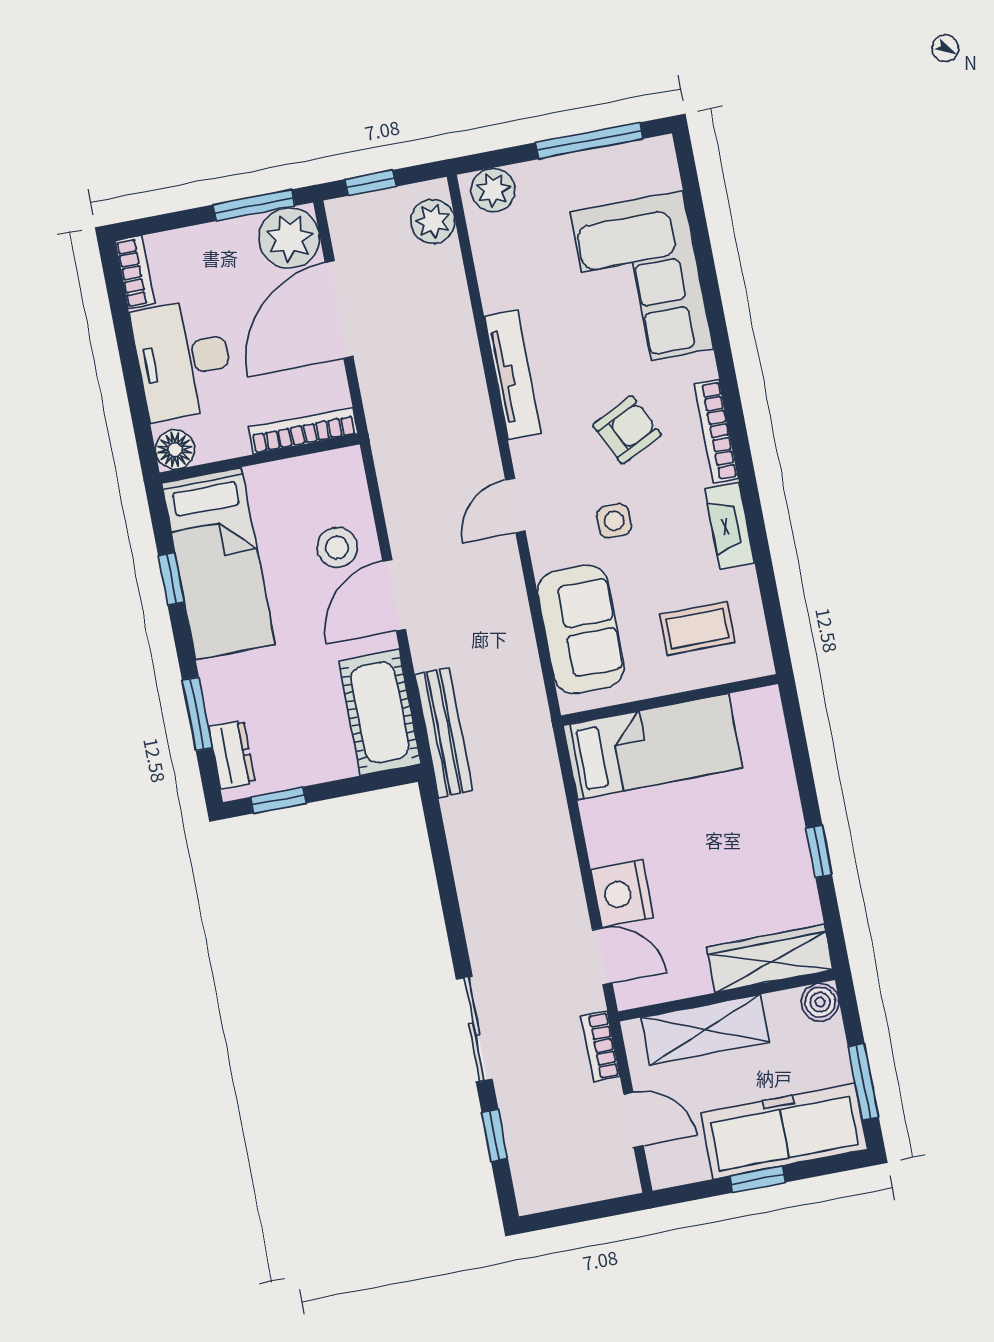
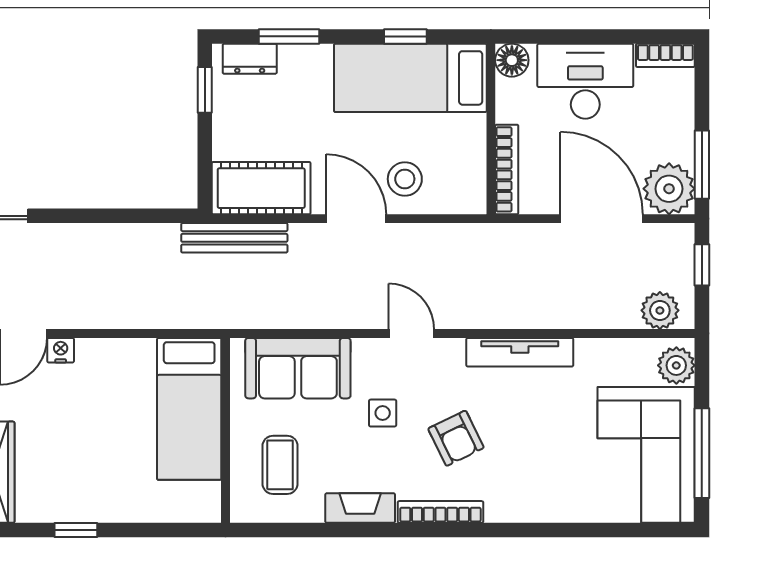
corner sofa: (642, 280) -> (646, 455), moved, turned -90
nightstand: (622, 893) -> (61, 350), width x0.53, depth x0.56

